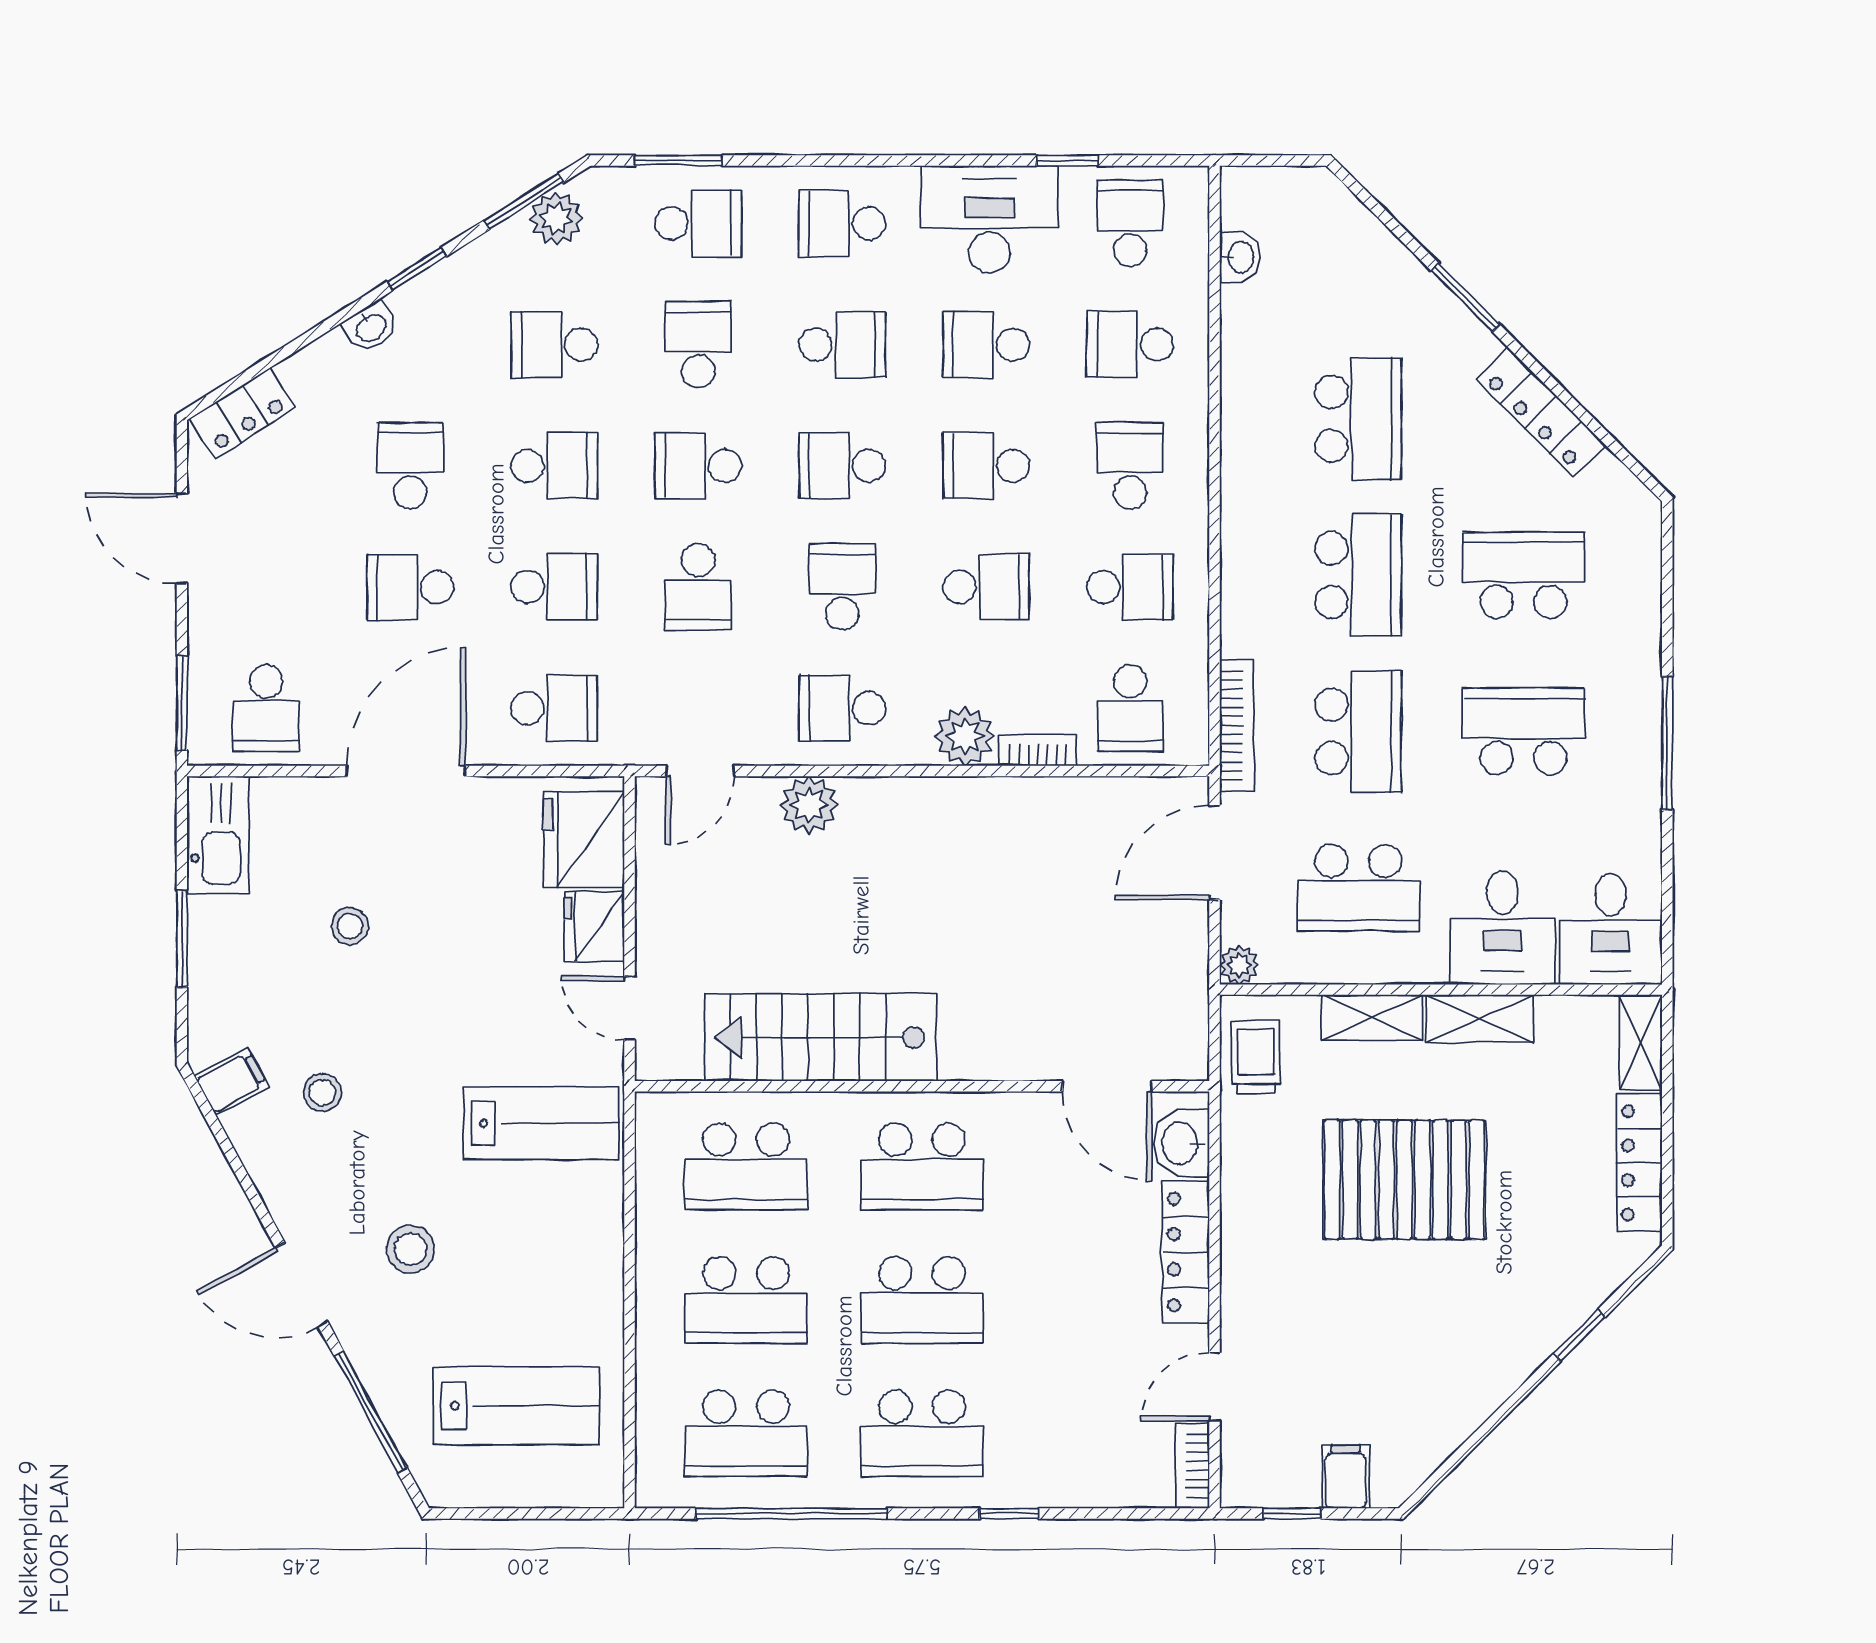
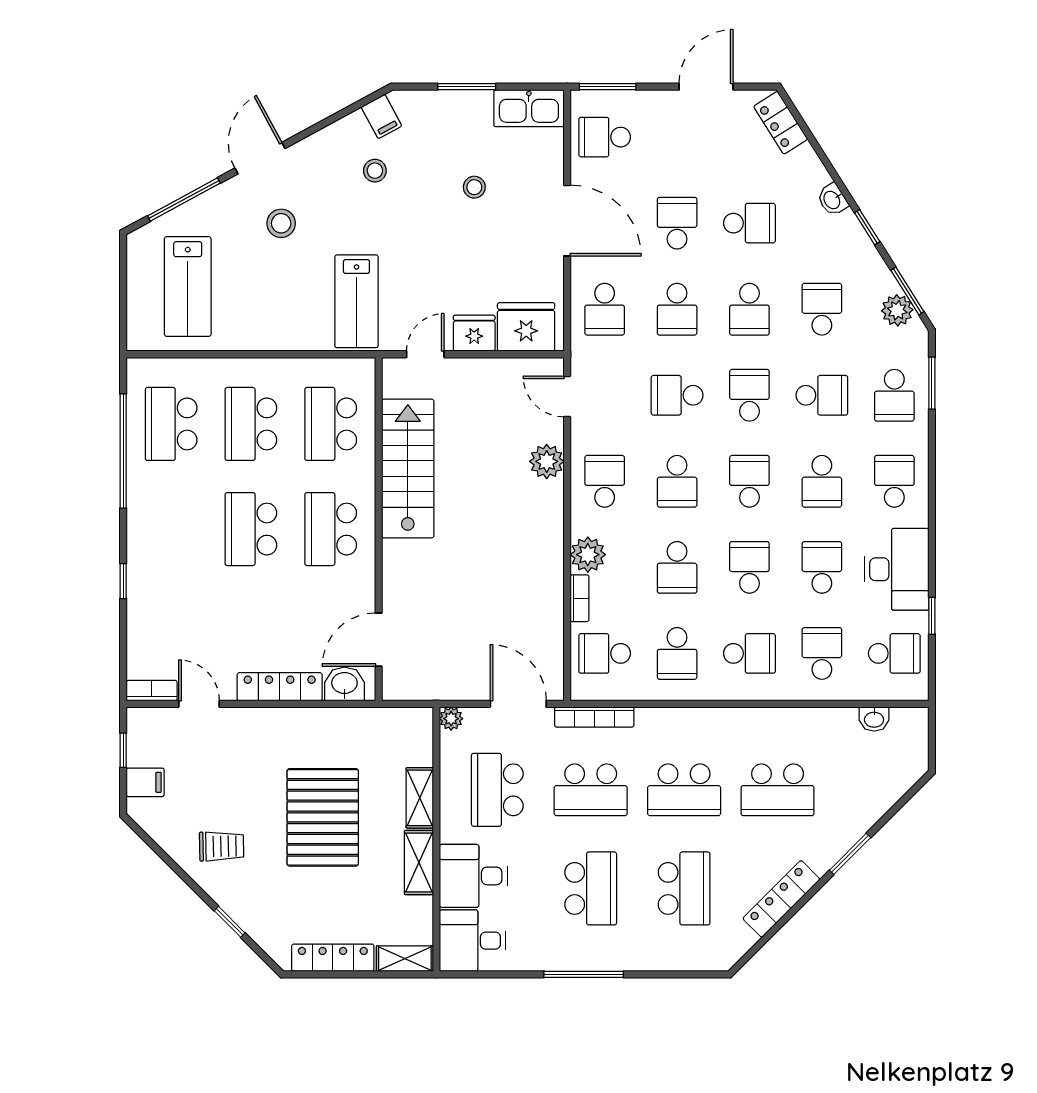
school desk: (842, 587) -> (677, 481), turned 90
trolley: (1256, 1057) -> (222, 846), moved
school desk: (922, 1433) -> (171, 529), removed

